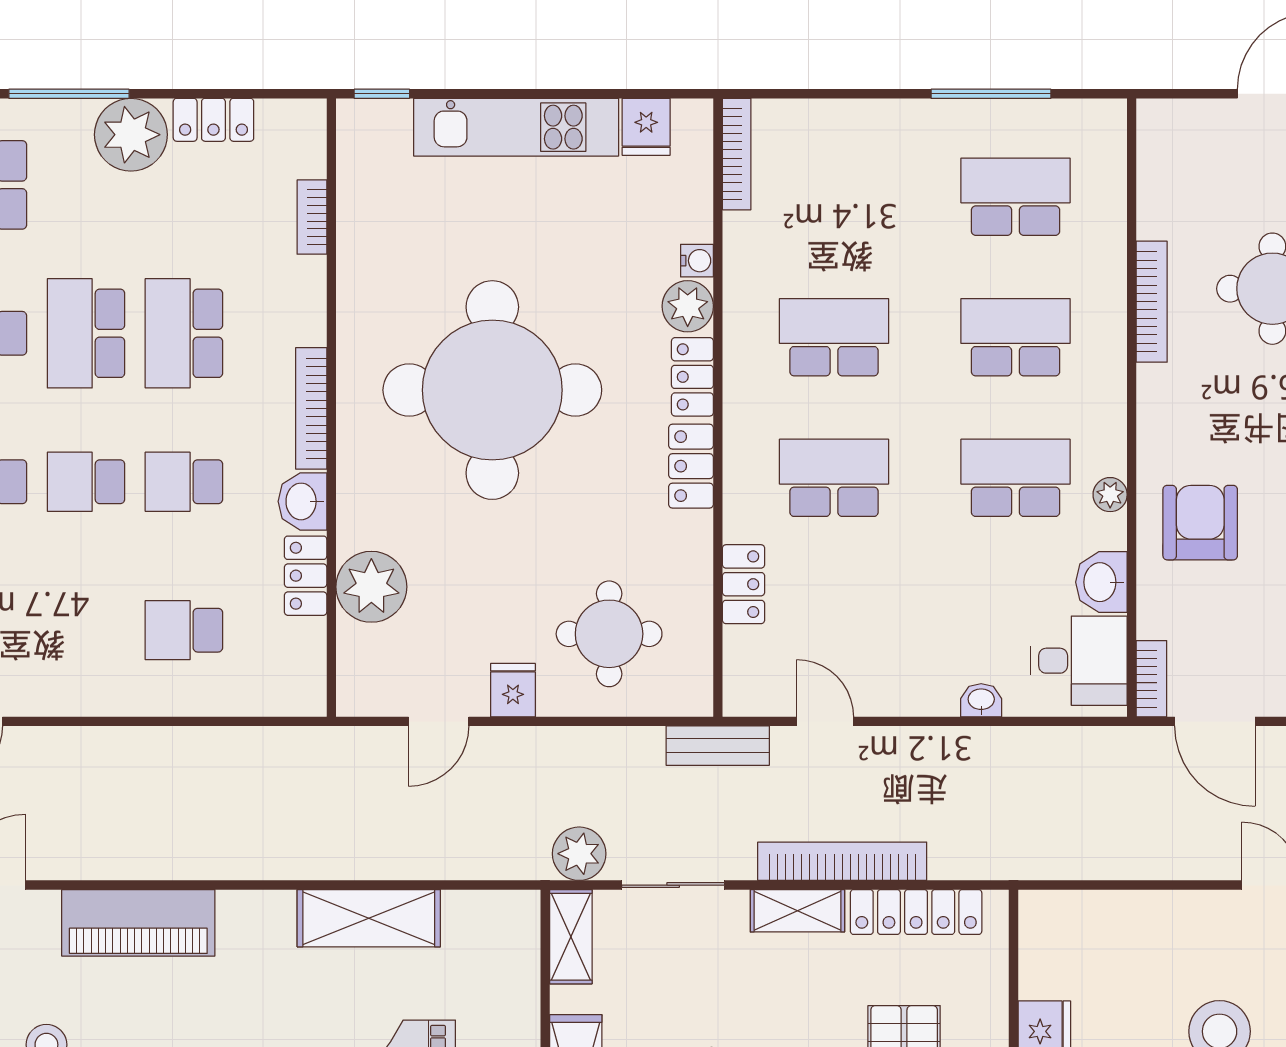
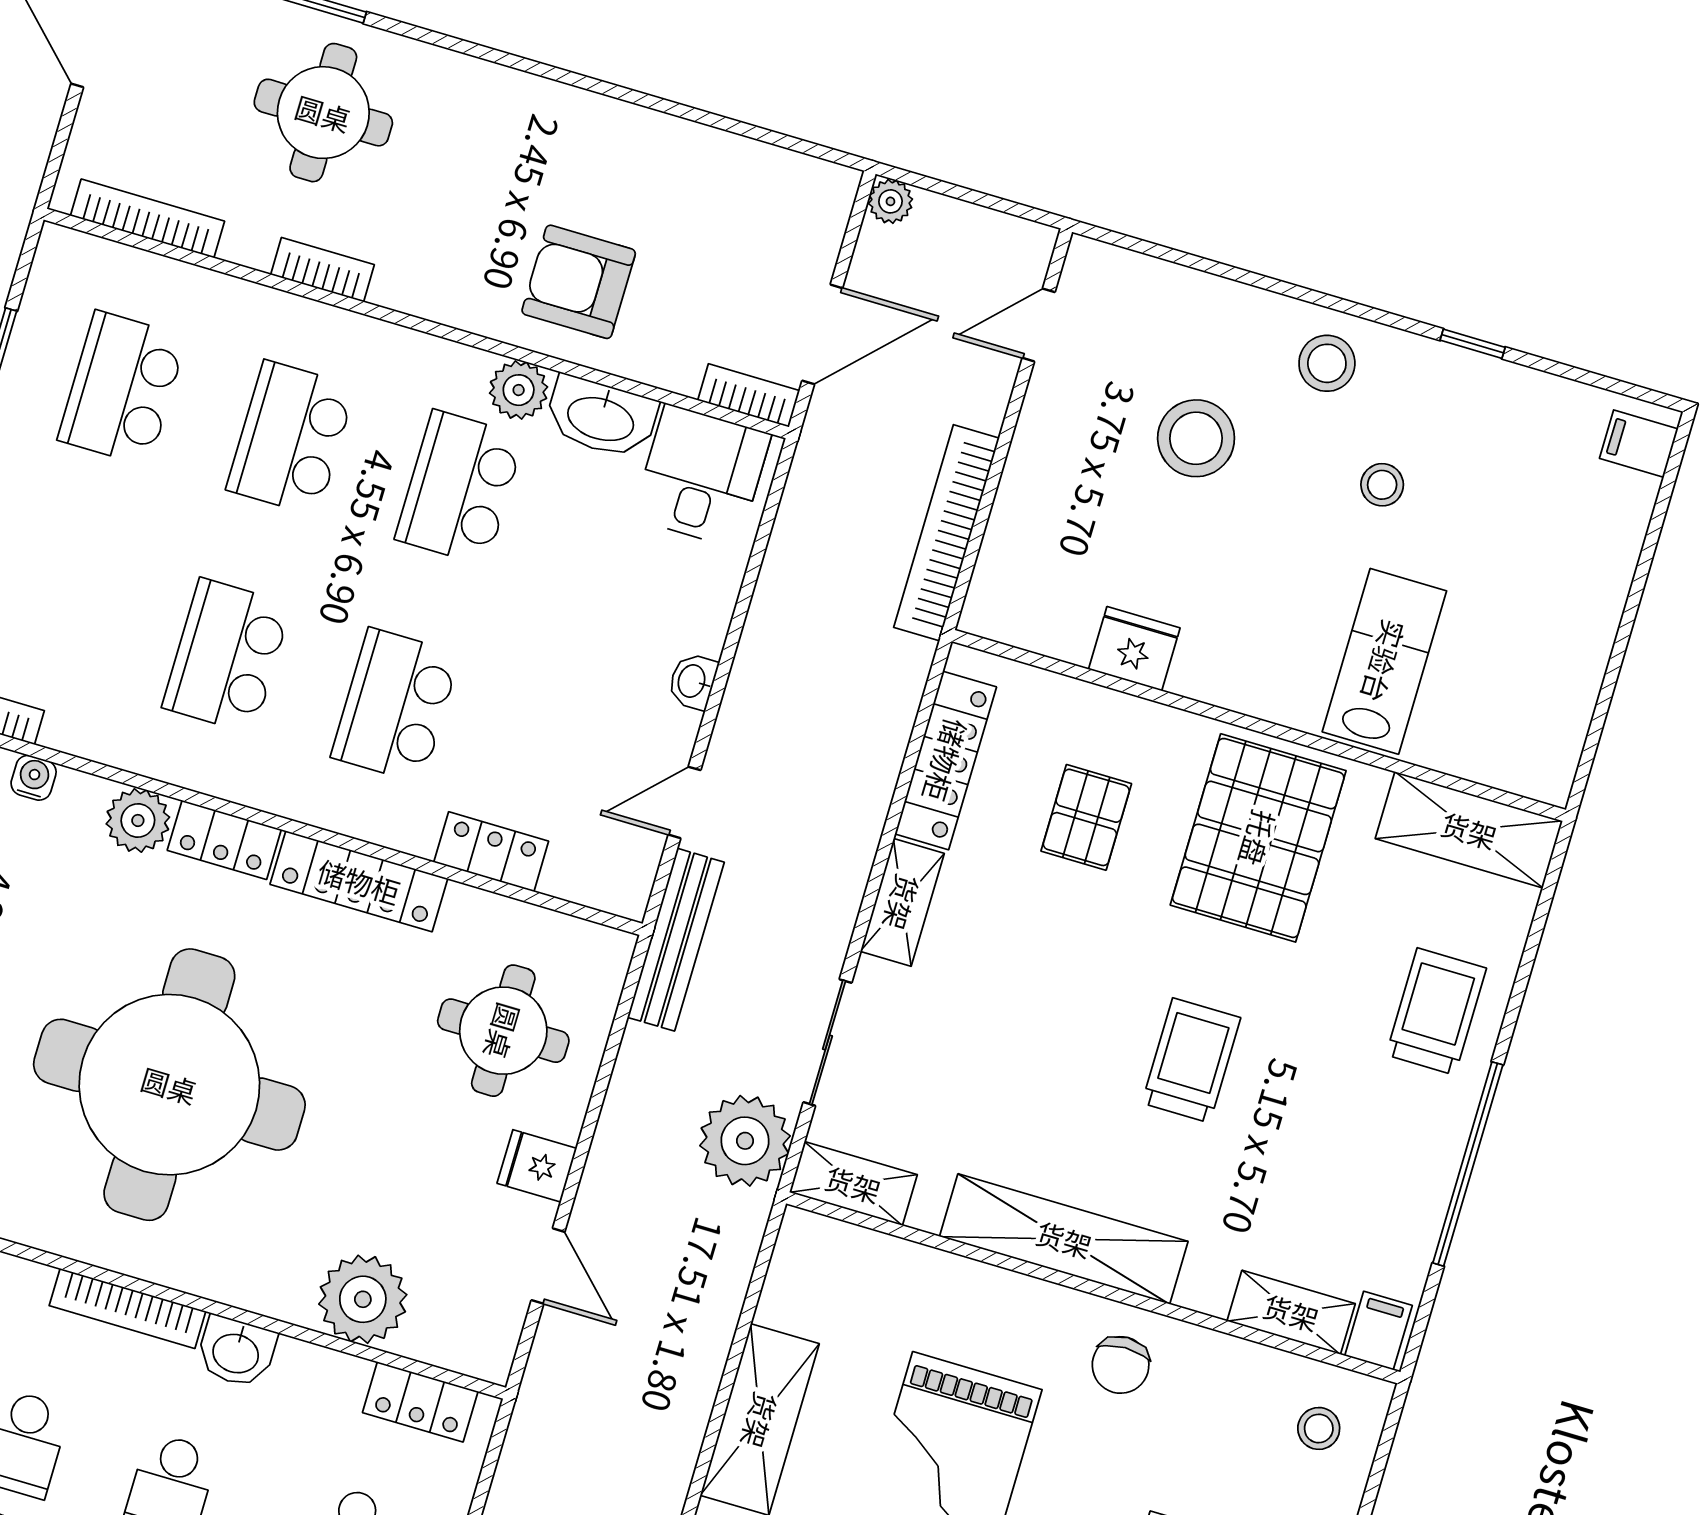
bookcase: (1152, 178) -> (147, 218), added
water cooler: (697, 261) -> (34, 778), moved
bookcase: (1152, 302) -> (323, 270), width x0.64
locker: (691, 466) -> (359, 881), width x1.53
plant: (1110, 495) -> (519, 390), width x1.38, depth x1.38
locker: (306, 576) -> (420, 1402), moved
washbasin: (1101, 582) -> (601, 417), width x1.38
washbasin: (981, 700) -> (693, 681), moved
bench: (718, 746) -> (676, 940), width x1.36
plant: (579, 854) -> (745, 1141), width x1.36, depth x1.36
bookcase: (842, 861) -> (946, 533), moved

